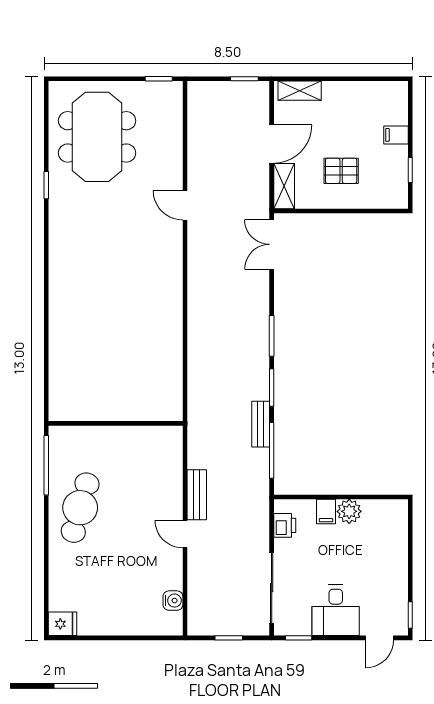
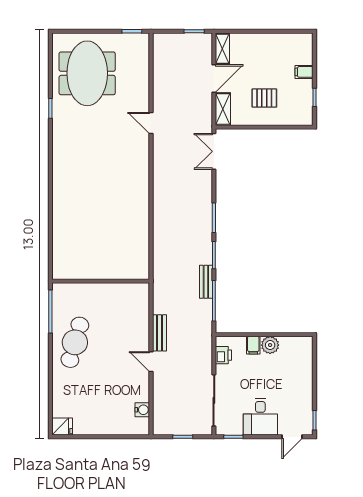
shelving: (300, 91) -> (222, 49), moved, turned 90

